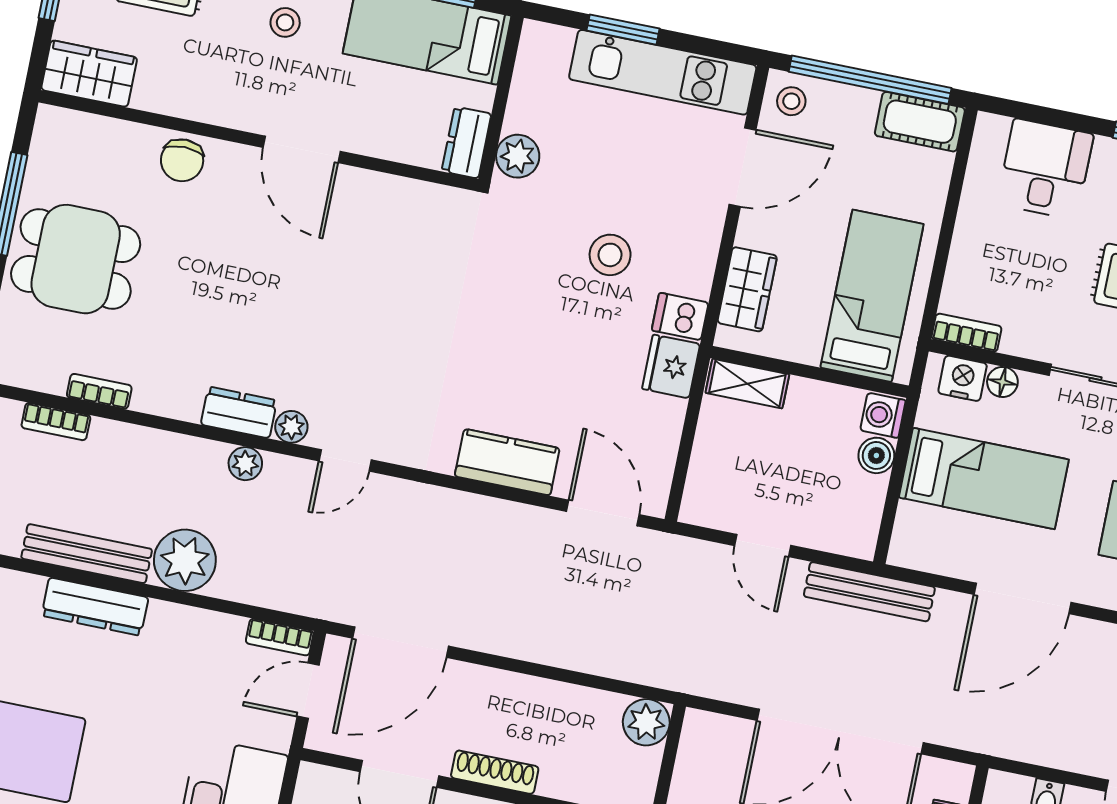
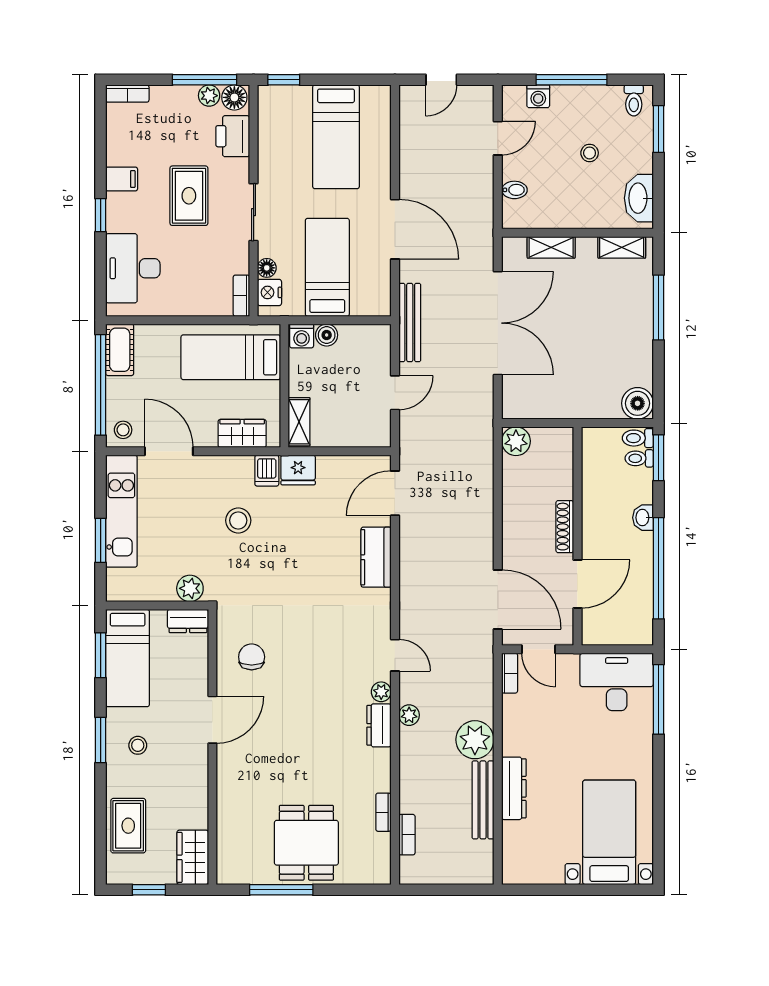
chair: (182, 160) -> (252, 657), moved, turned -90
desk: (1045, 169) -> (133, 268), width x1.37

